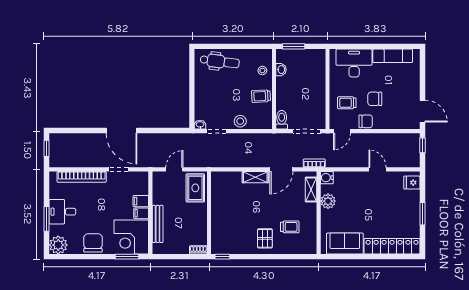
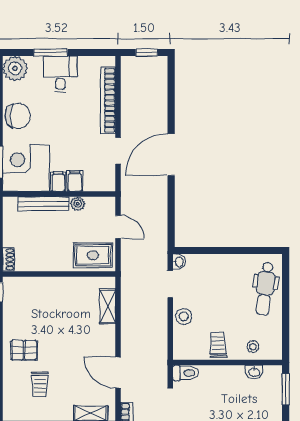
shelving: (255, 177) -> (108, 306), moved
plant: (157, 199) -> (78, 204), added

